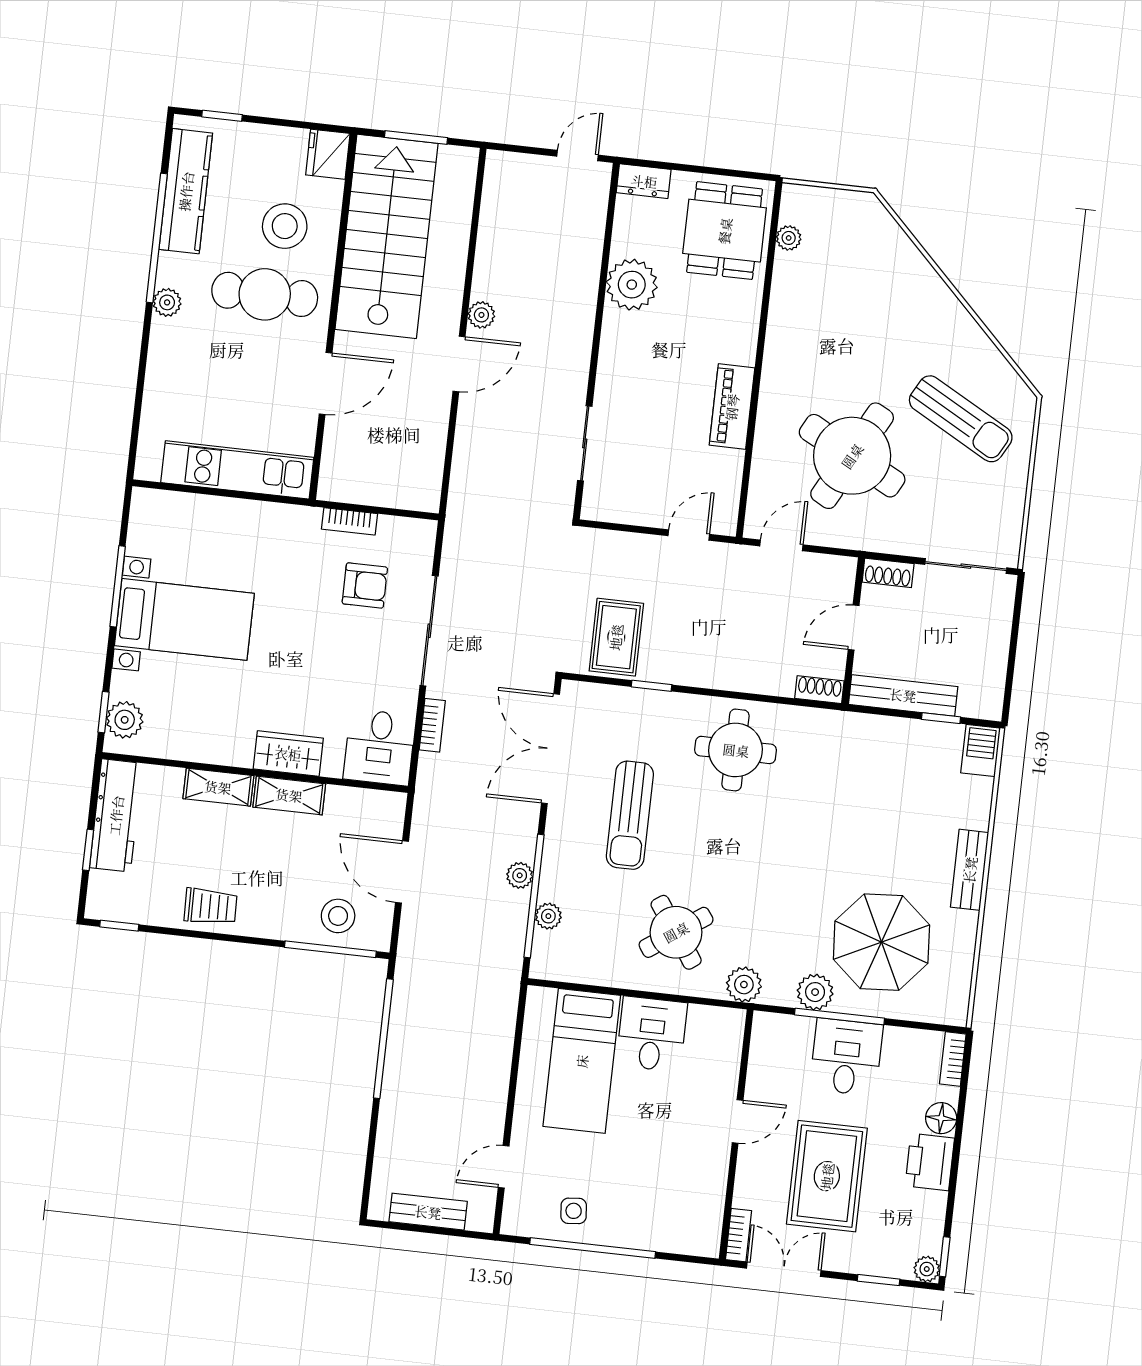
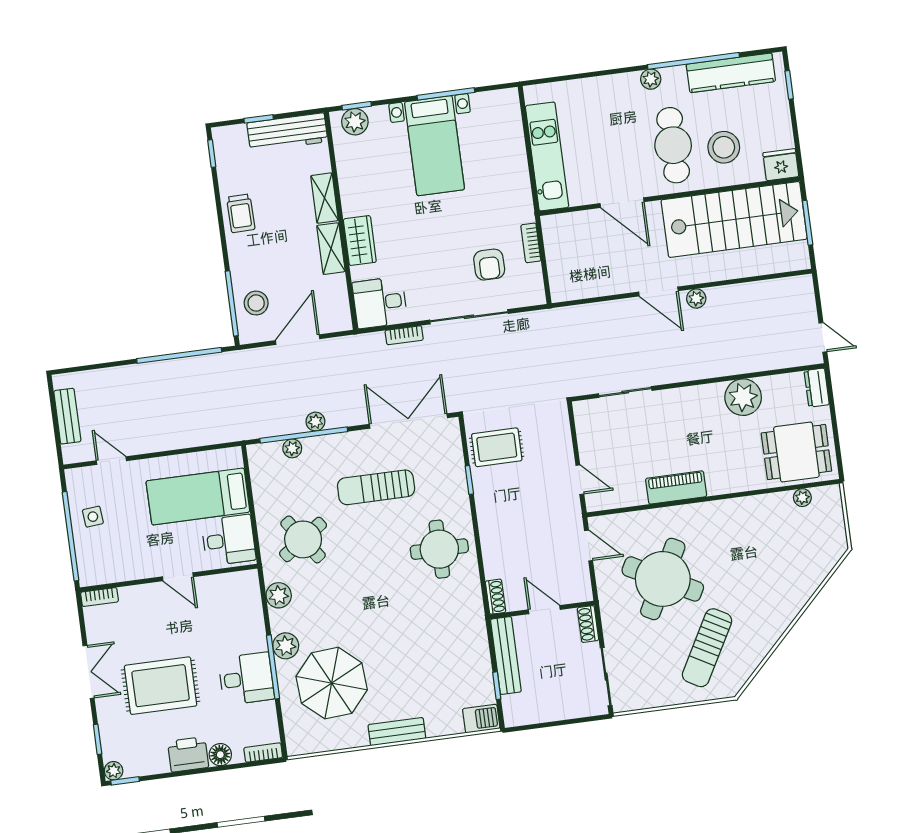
door: (738, 1122) -> (178, 577), moved
wall: (736, 1134) -> (169, 578), moved
bookcase: (739, 1235) -> (99, 597), moved

